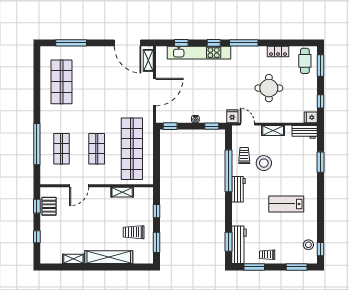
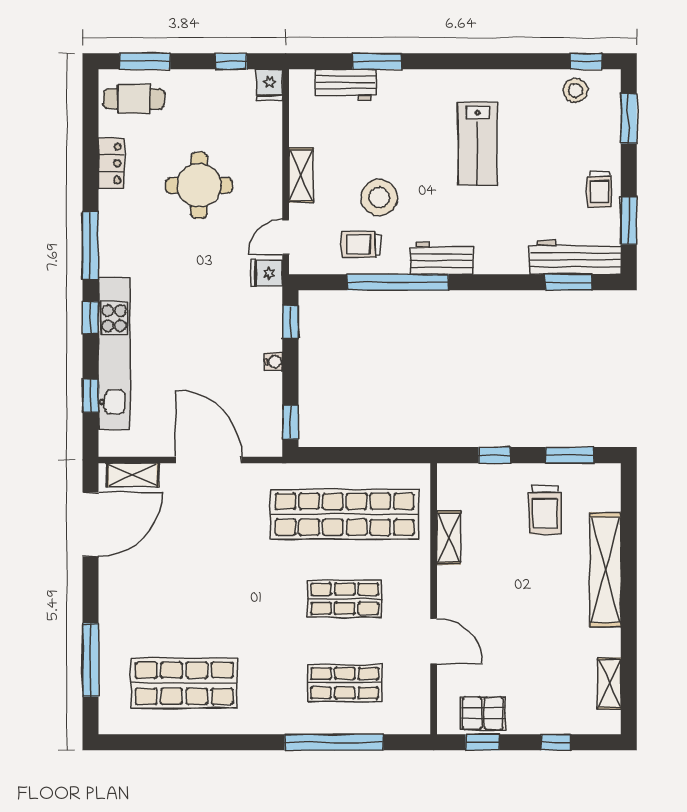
workbench: (305, 132) -> (346, 85), moved, turned 90
shelving: (73, 259) -> (609, 683), moved

